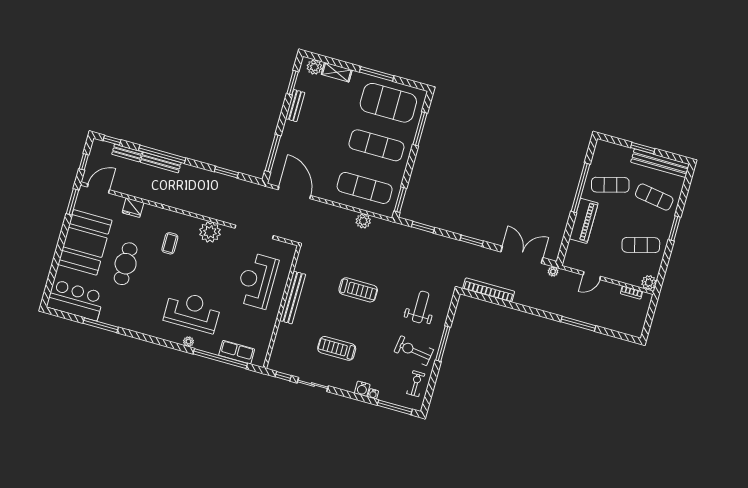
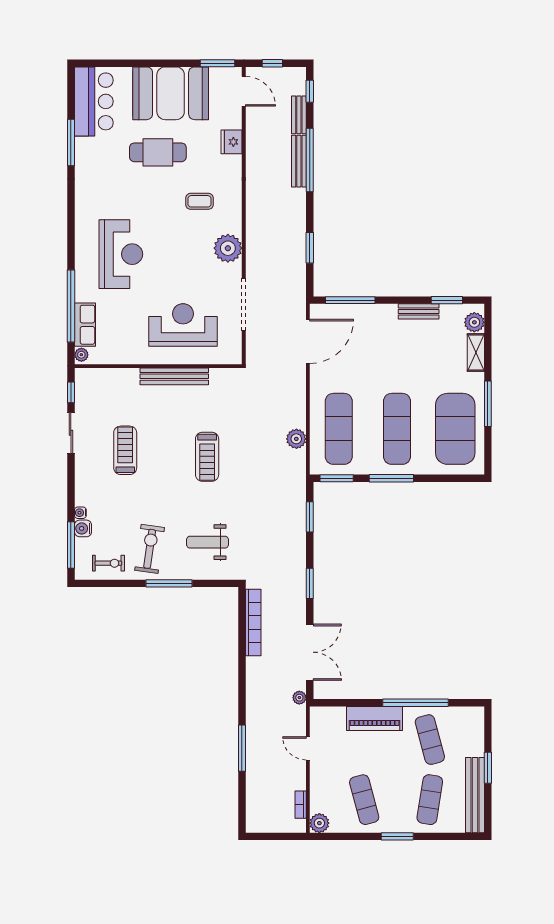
window: (420, 129) -> (391, 478), moved
weight bench: (421, 307) -> (208, 542), turned 180
plant: (188, 342) -> (81, 355), moved
water cooler: (362, 389) -> (83, 528), moved

